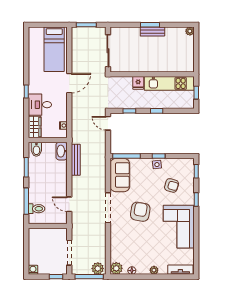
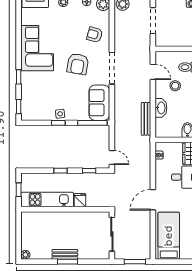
washbasin: (62, 151) -> (161, 108), moved
armchair: (172, 185) -> (95, 35), moved
stool: (48, 191) -> (175, 86), added

